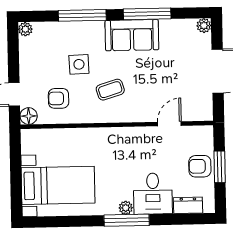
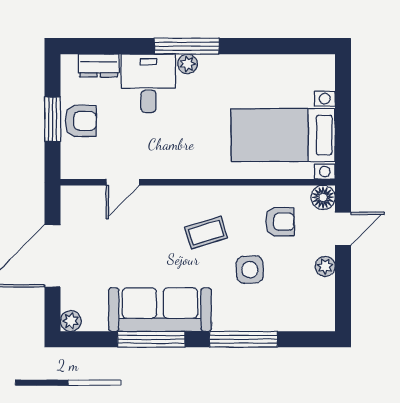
plant: (25, 29) -> (325, 266), moved
sofa: (132, 35) -> (160, 310), width x1.36
bed with nightstands: (58, 185) -> (283, 135), moved

